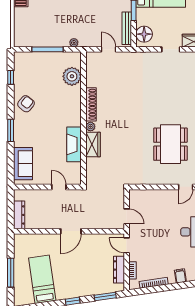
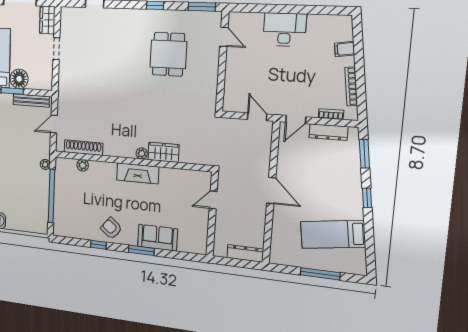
floor lamp: (144, 34) -> (19, 79), moved
window: (47, 49) -> (51, 196), width x1.46
plant: (72, 76) -> (83, 165), width x0.53, depth x0.53
window: (11, 77) -> (98, 245), moved
shoe rack: (91, 104) -> (83, 148), moved
fireplace: (74, 144) -> (138, 173), moved
dining table: (170, 144) -> (168, 54), width x0.73
sofa: (23, 164) -> (157, 238), moved
door: (127, 216) -> (257, 117), hinge flipped

